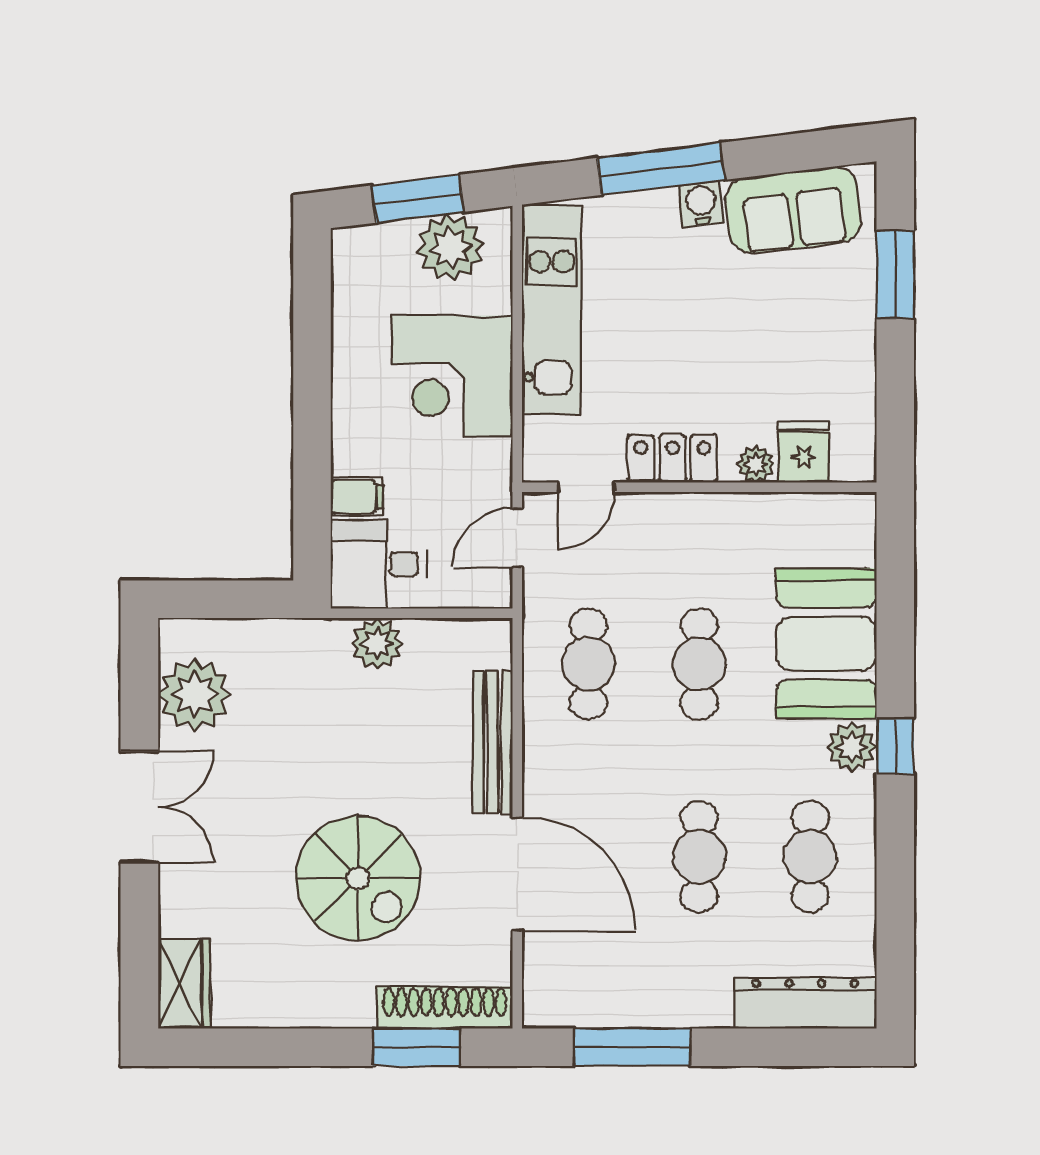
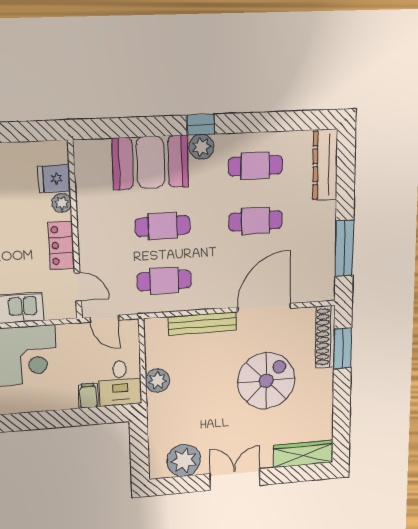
wardrobe: (184, 984) -> (303, 454), width x1.50

